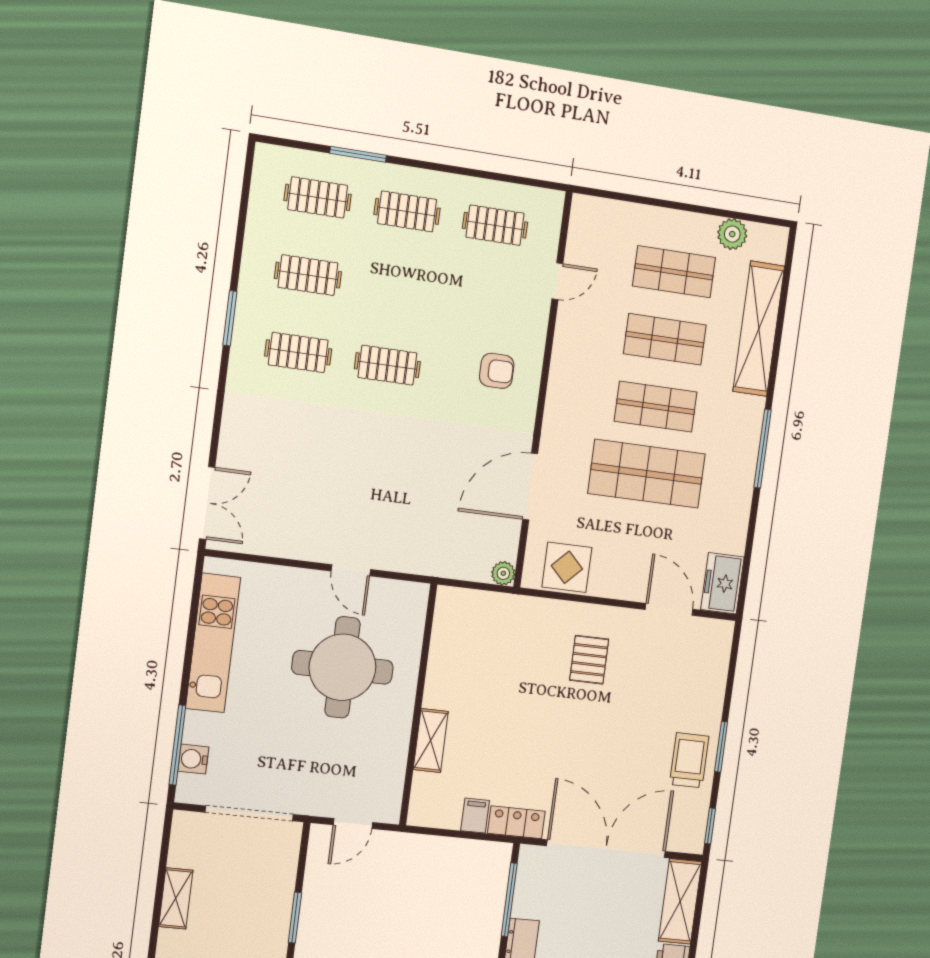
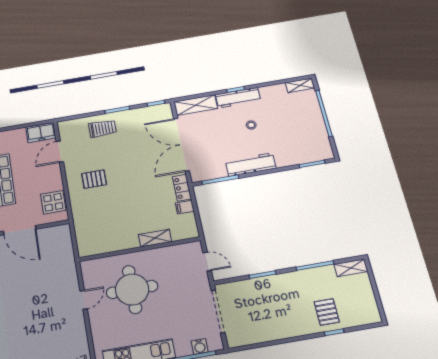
plant: (503, 573) -> (64, 230), removed
trolley: (689, 760) -> (102, 128), moved, turned 180
shelving: (176, 898) -> (272, 334), removed

